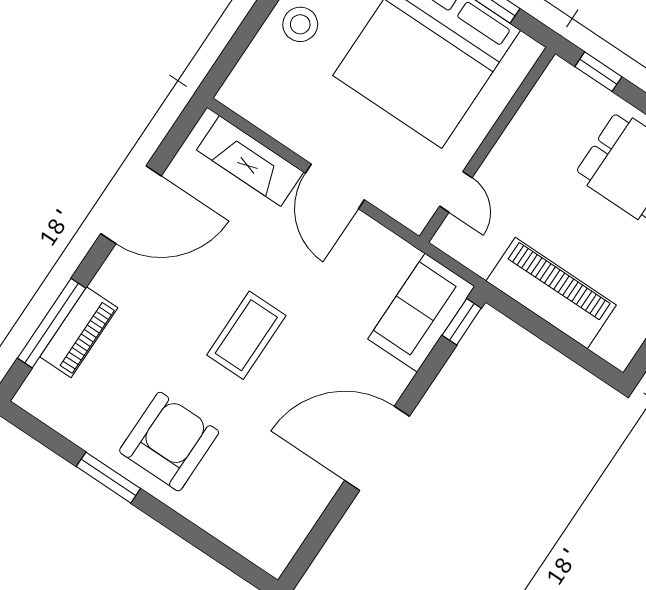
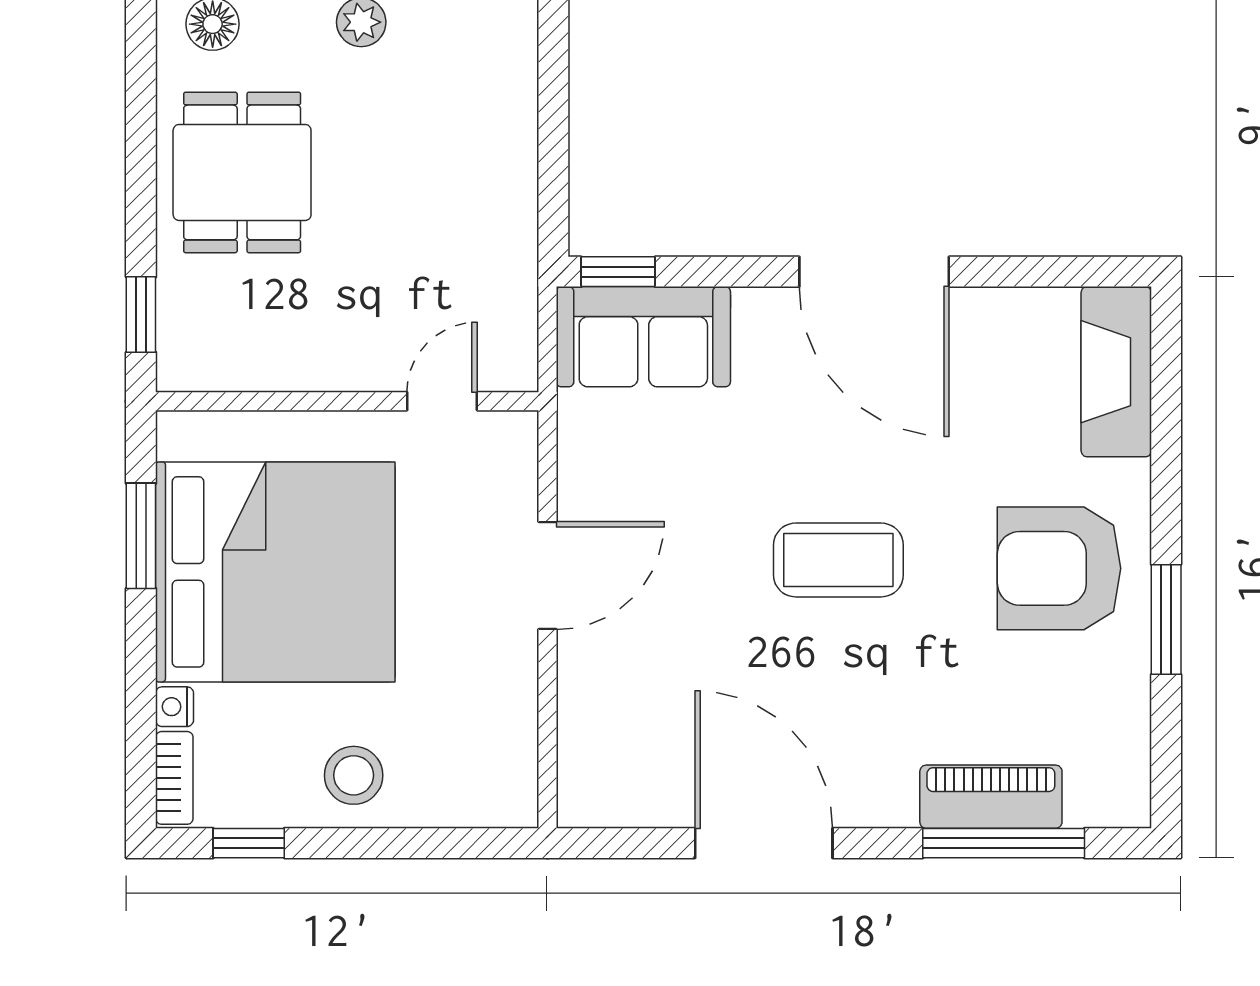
fireplace: (250, 161) -> (1116, 372), moved, turned 180
piano: (551, 293) -> (494, 173), removed

